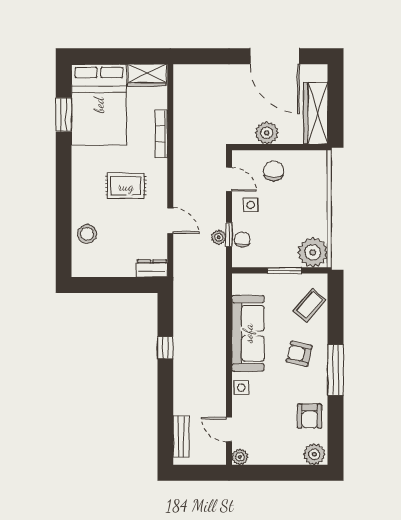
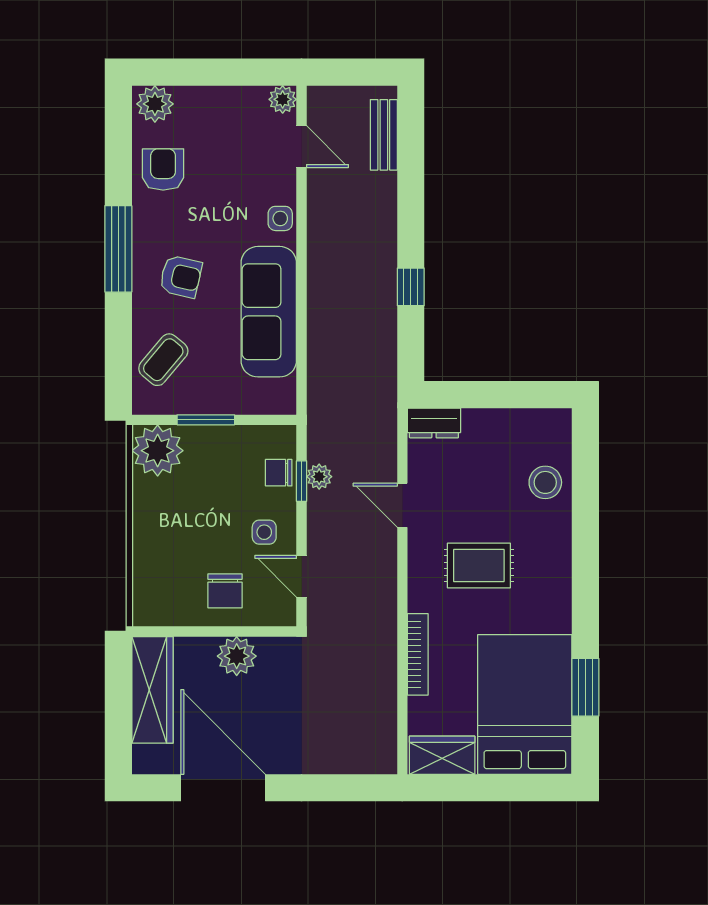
chair: (242, 240) -> (279, 473), turned 90

